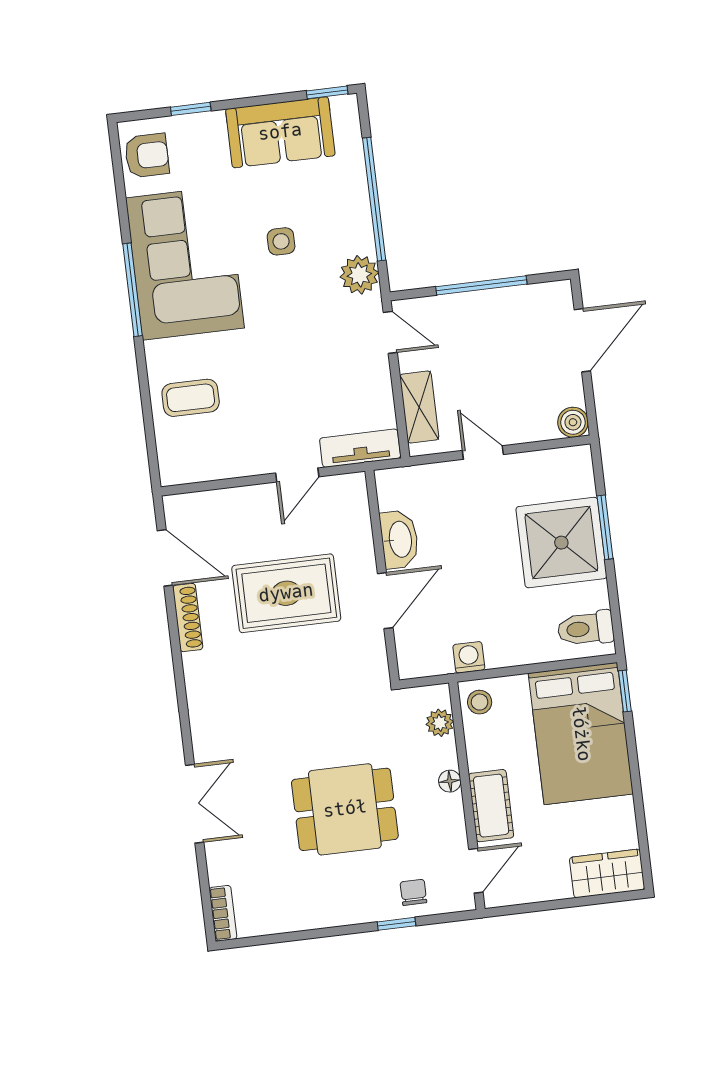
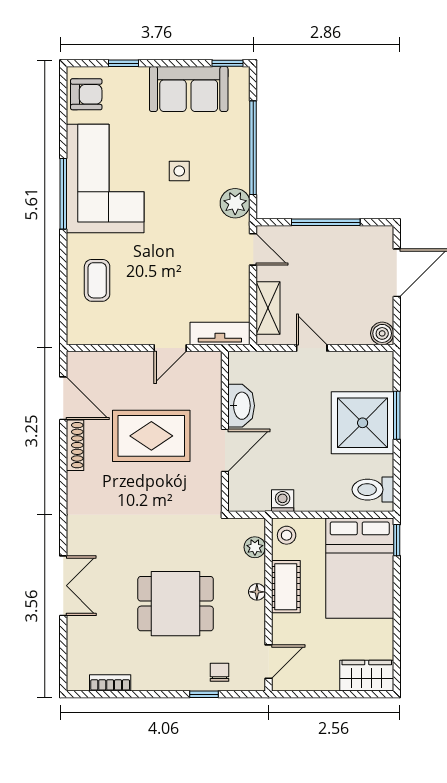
coffee table: (191, 398) -> (97, 280), turned 90
cot: (491, 806) -> (286, 587), moved
bookcase: (223, 913) -> (110, 683), moved, turned -90

